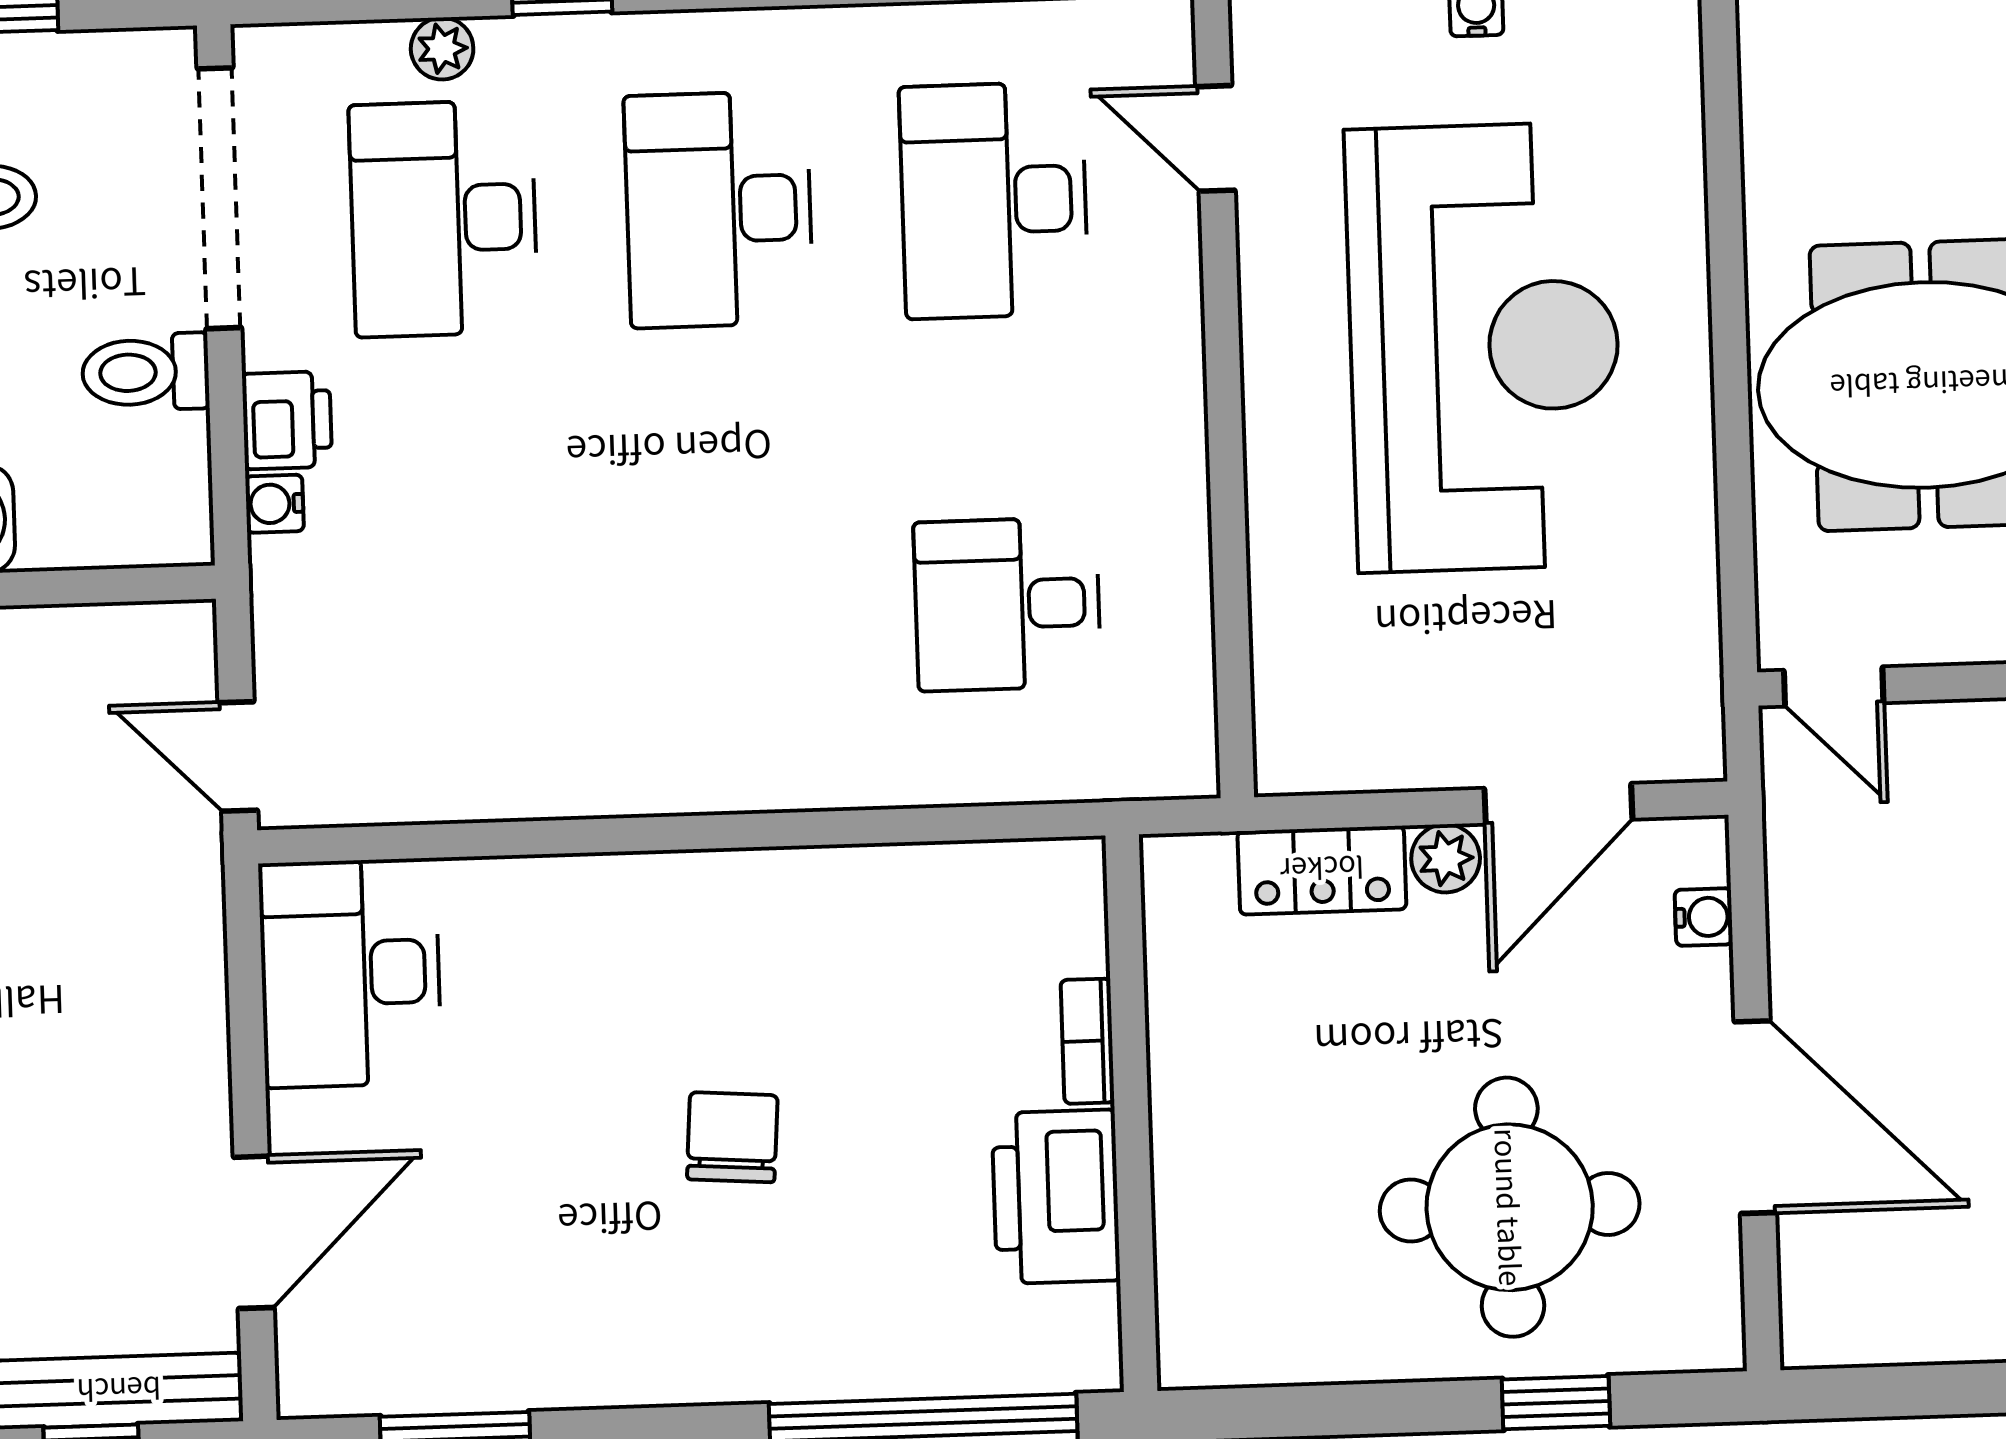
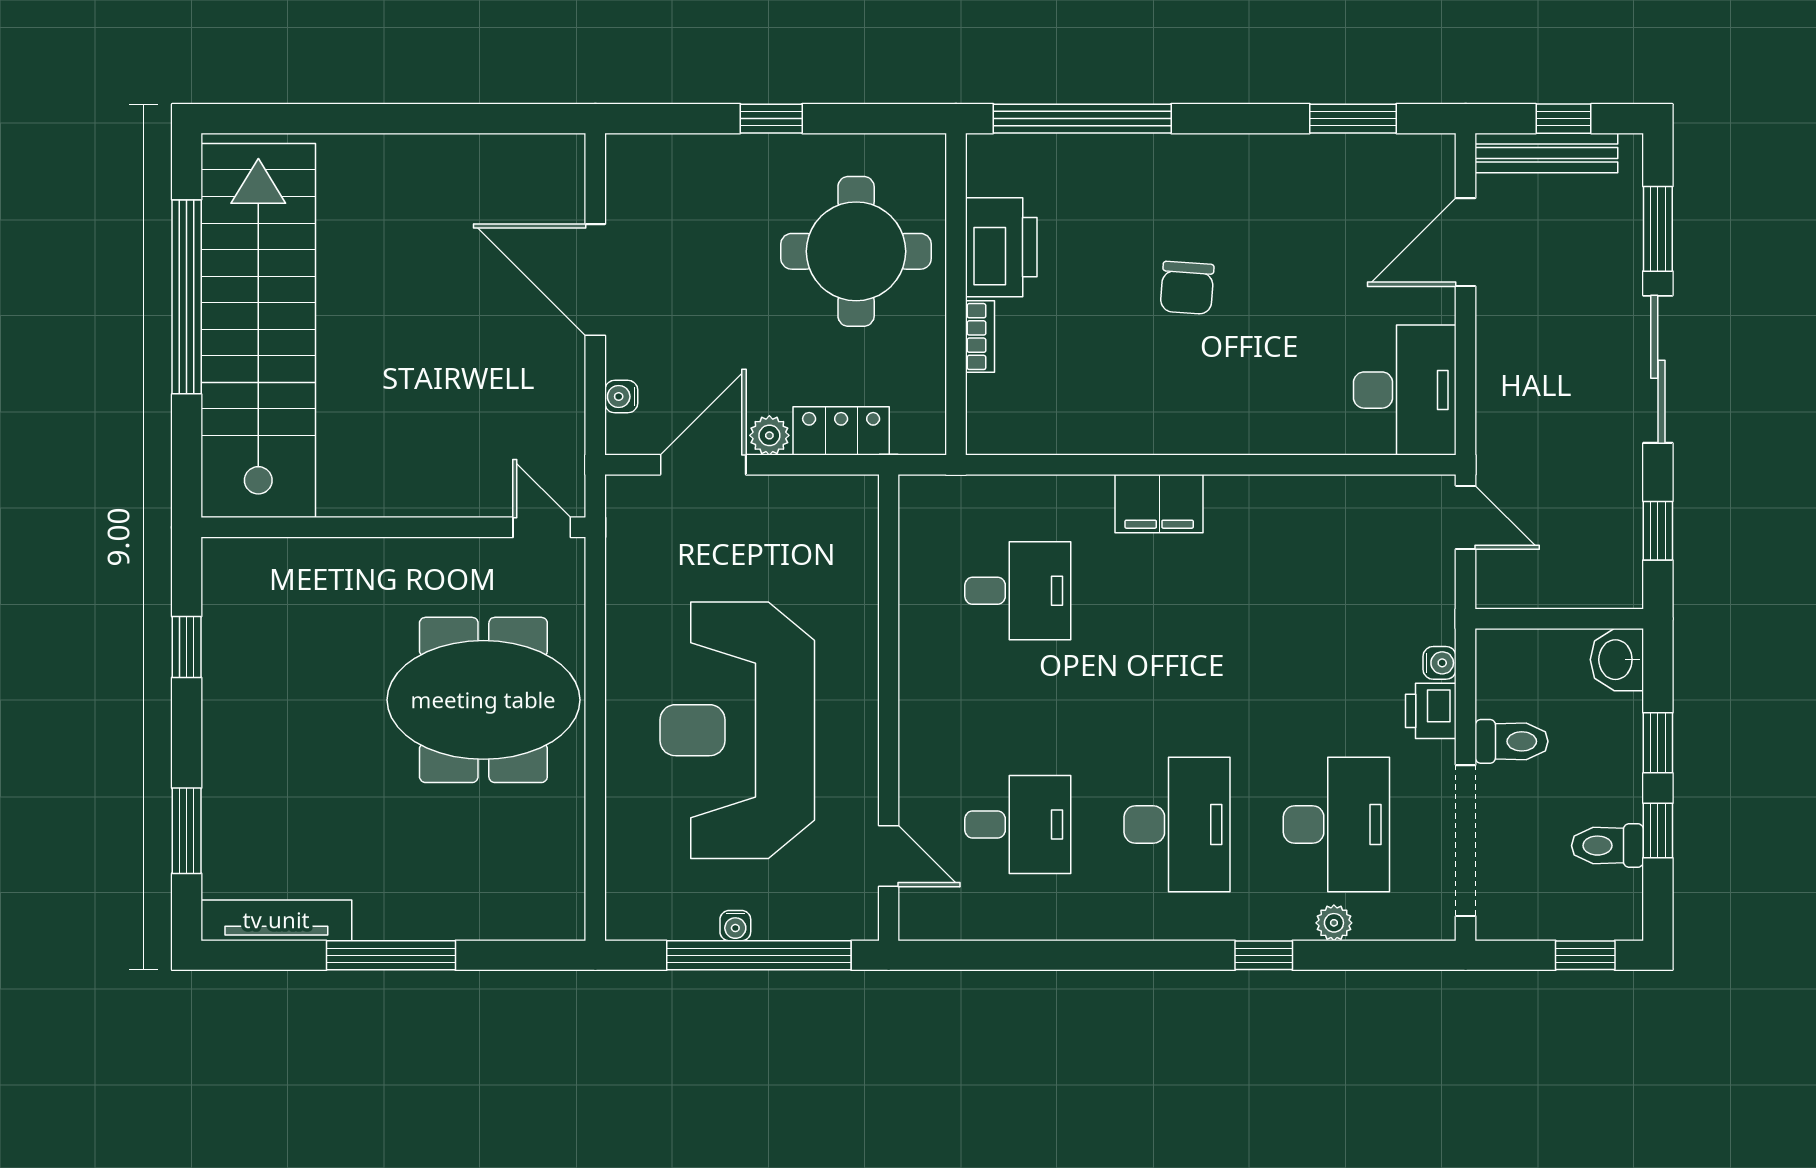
desk: (994, 200) -> (1018, 825), width x0.73
filing cabinet: (768, 763) -> (1159, 504), added
round table: (1510, 1207) -> (856, 251), moved
window: (1556, 1403) -> (771, 119), moved

